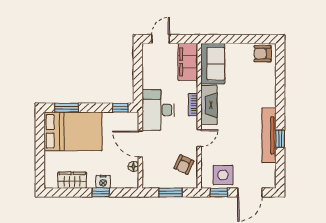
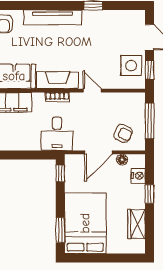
desk: (158, 110) -> (57, 134), width x0.73
tv unit: (269, 135) -> (53, 17), moved
armchair: (184, 165) -> (123, 133), moved
nightstand: (103, 182) -> (138, 176), moved
window: (170, 192) -> (149, 121), width x1.44

